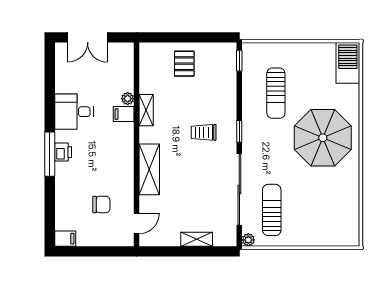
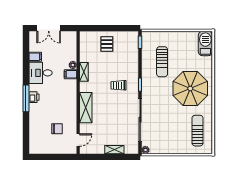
sun lounger: (272, 210) -> (198, 131), moved
filing cabinet: (65, 239) -> (35, 57), moved

